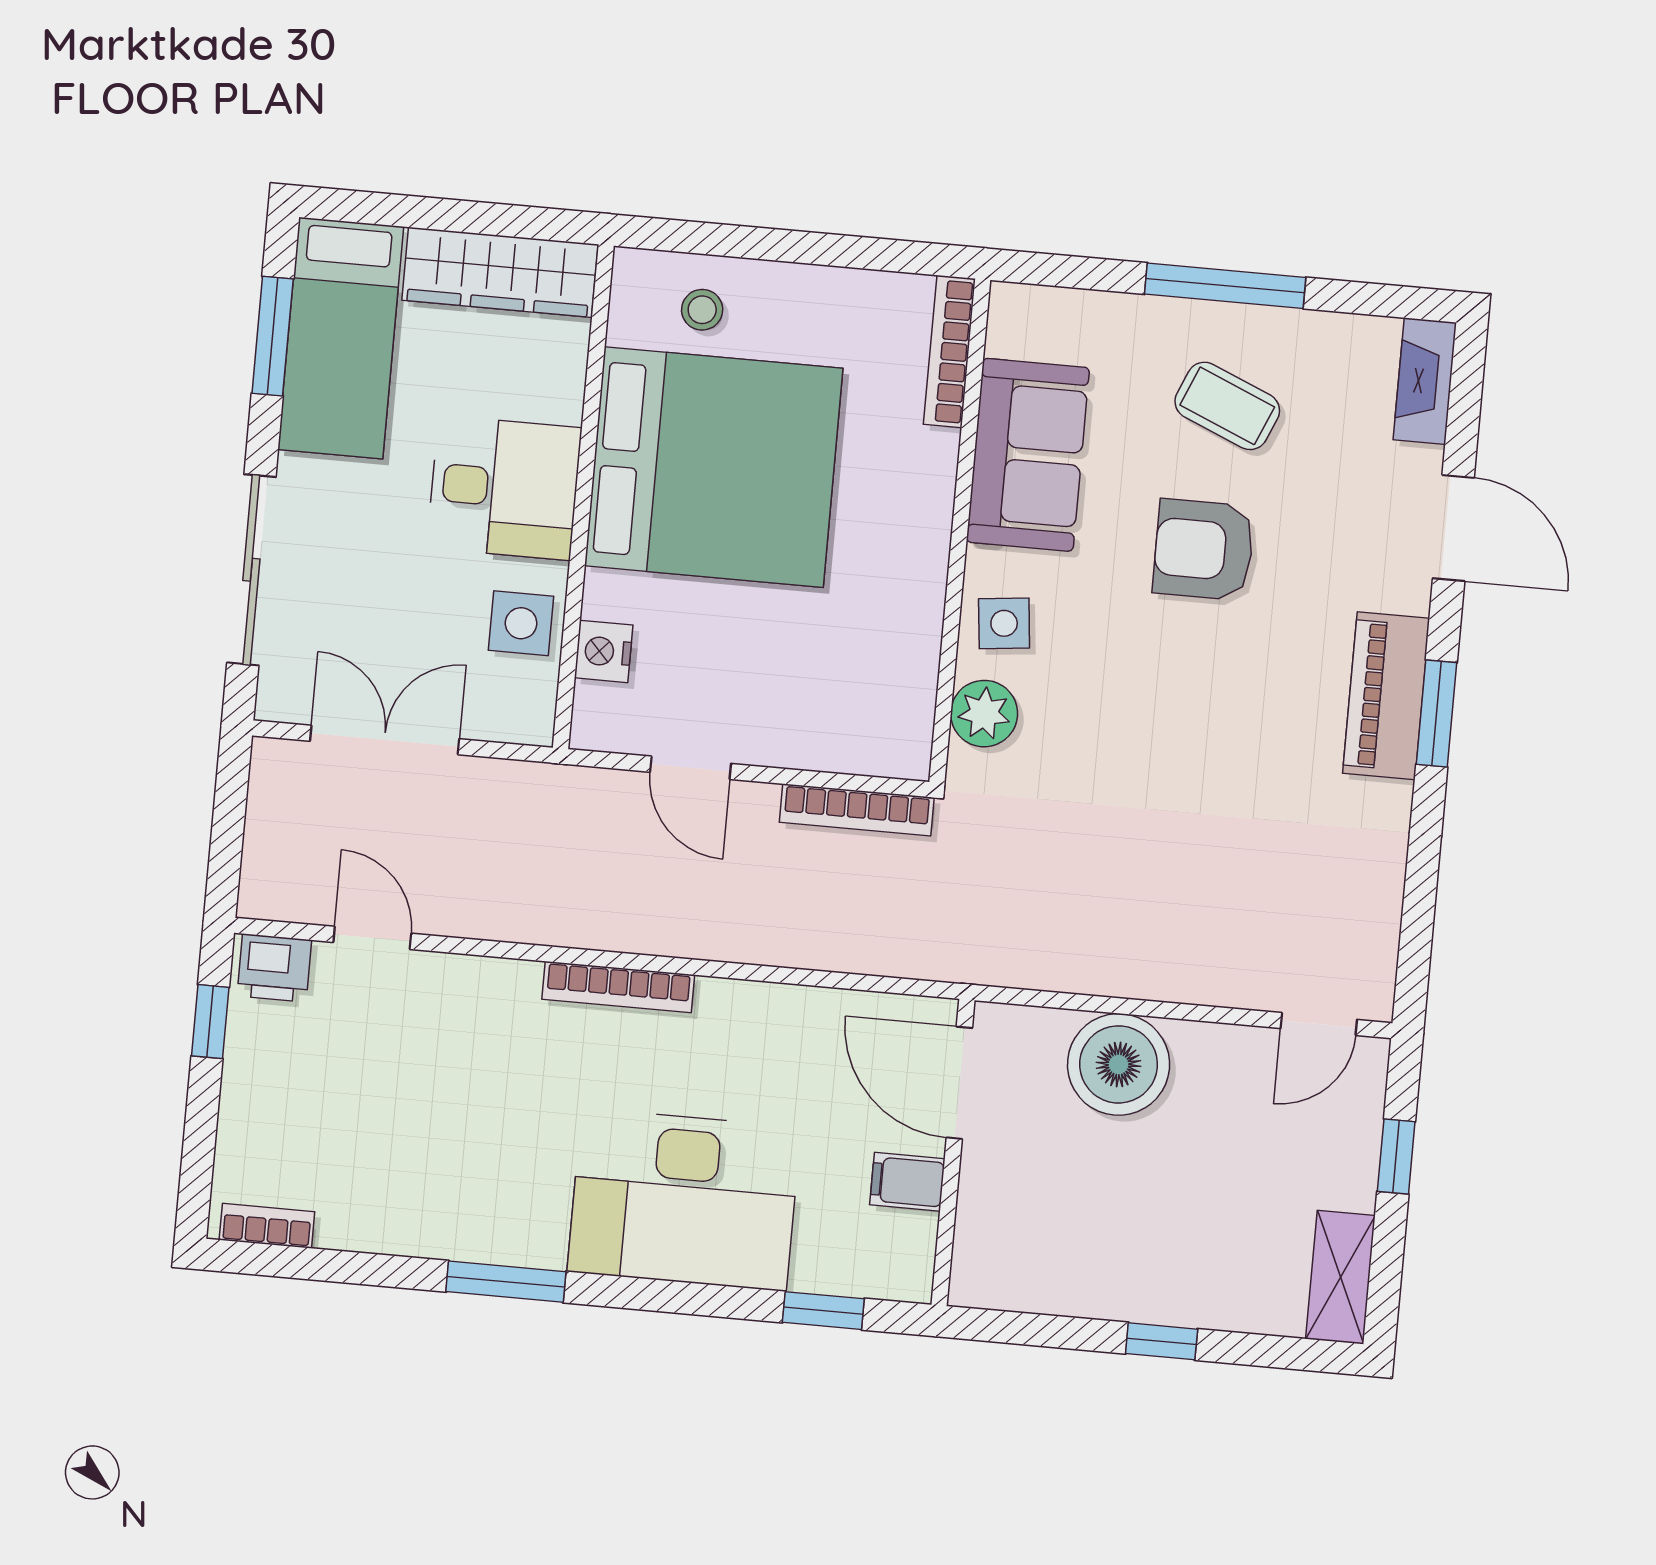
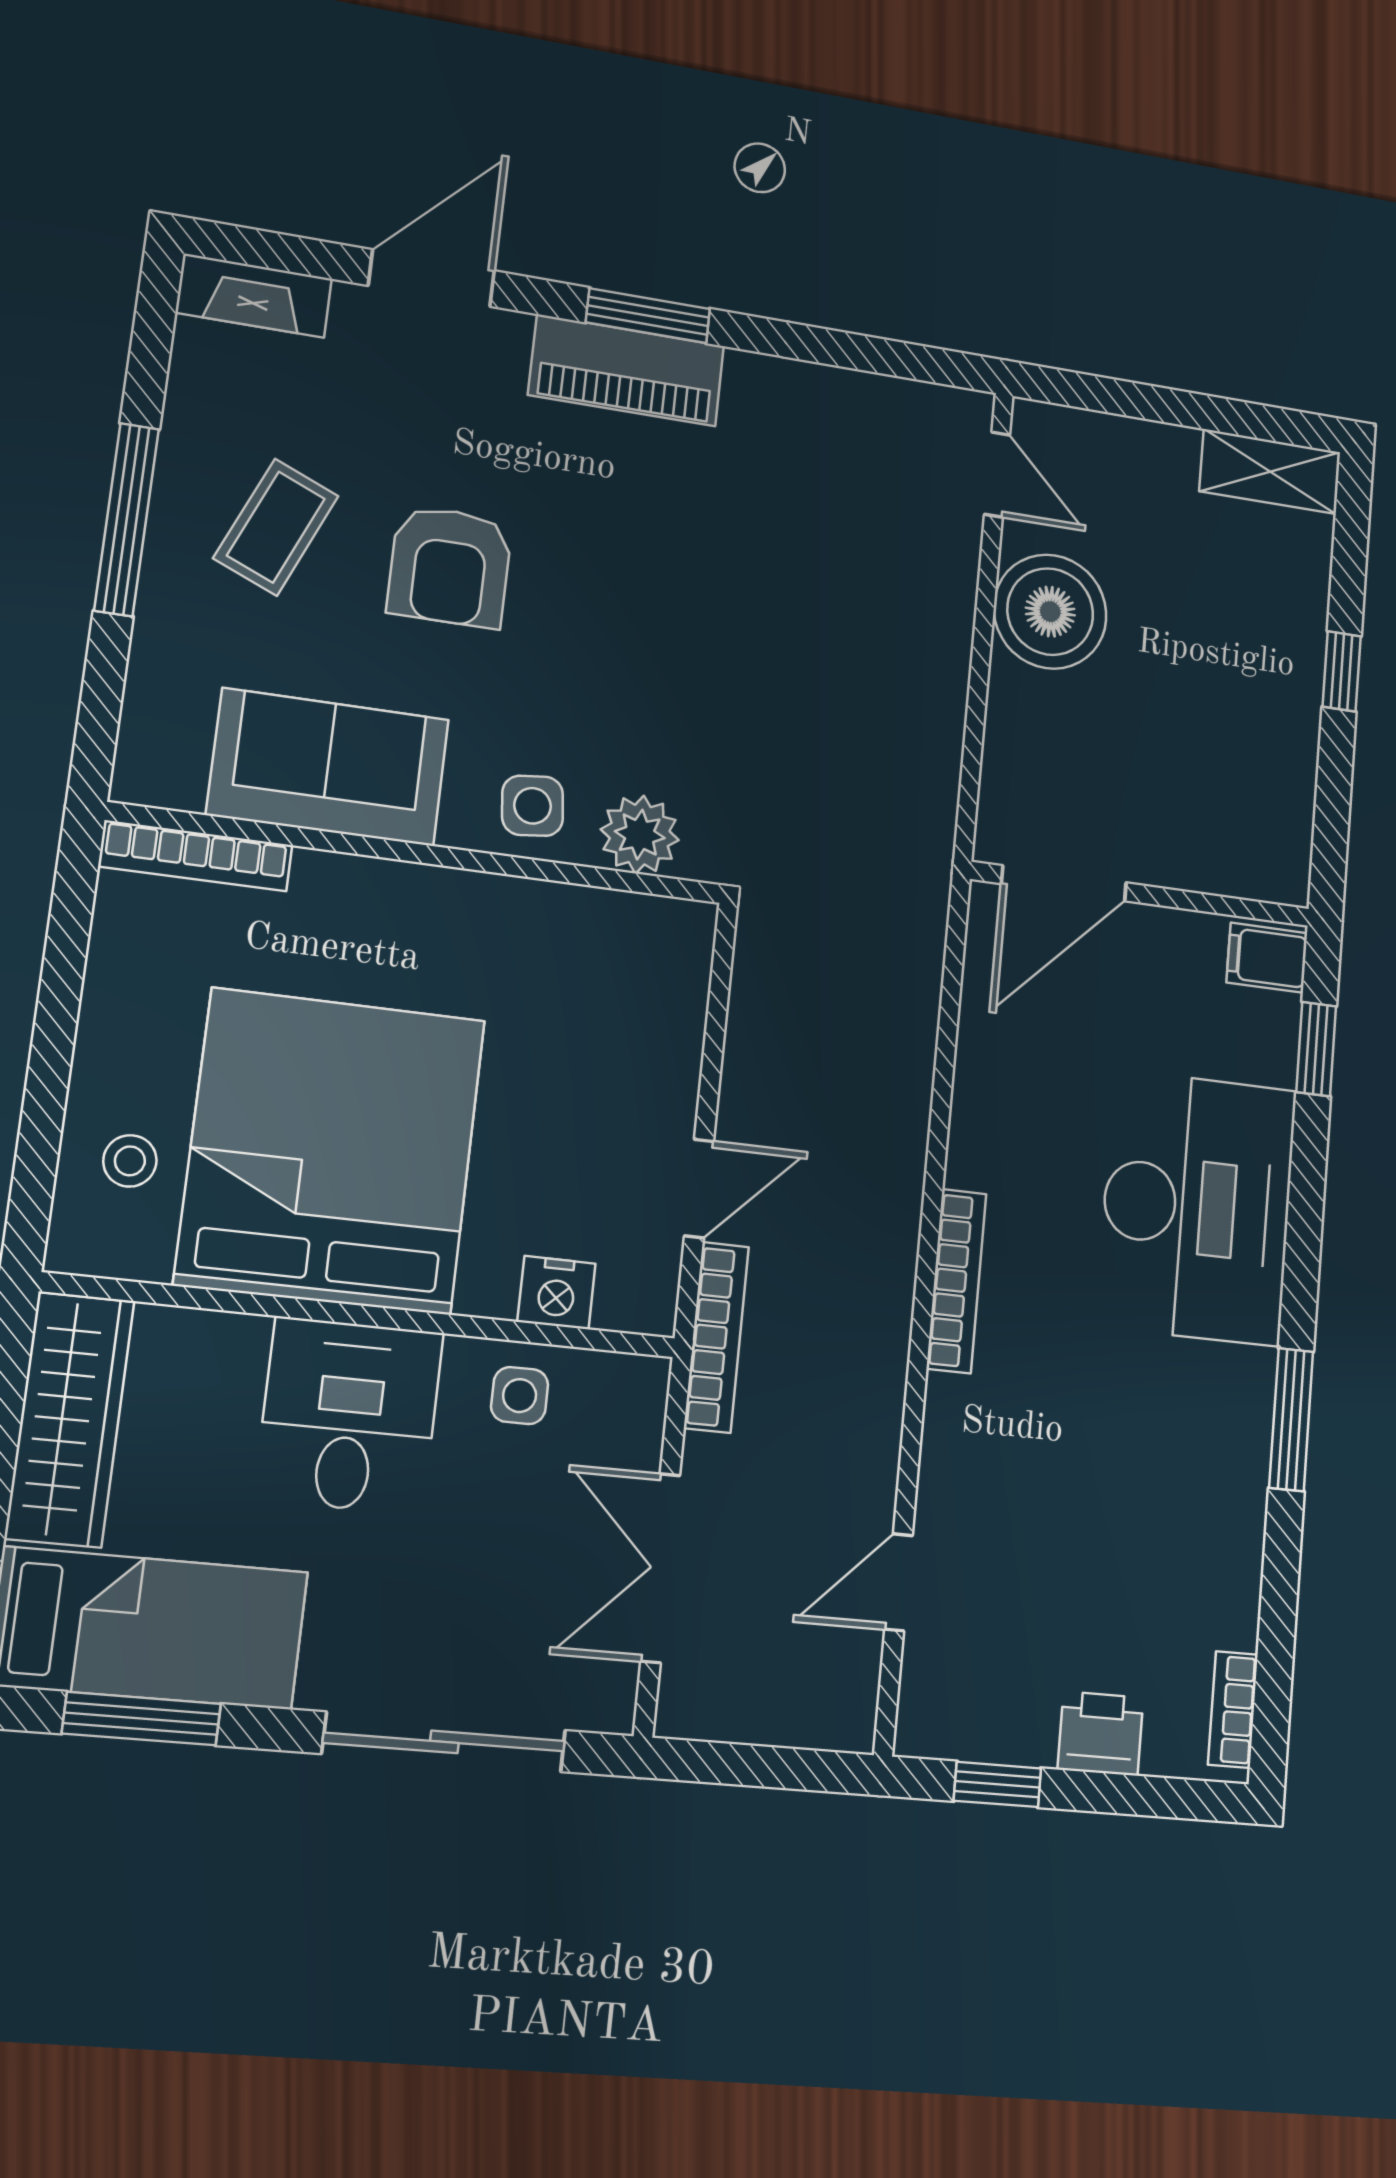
side table: (521, 623) -> (520, 1396), width x0.73, depth x0.73
bookcase: (857, 810) -> (716, 1337), moved
printer: (274, 968) -> (1100, 1733), moved, turned -90
boiler: (1119, 1064) -> (1050, 612), moved
window: (1396, 1156) -> (1141, 401), removed
filing cabinet: (907, 1182) -> (1267, 958), moved, turned 90

